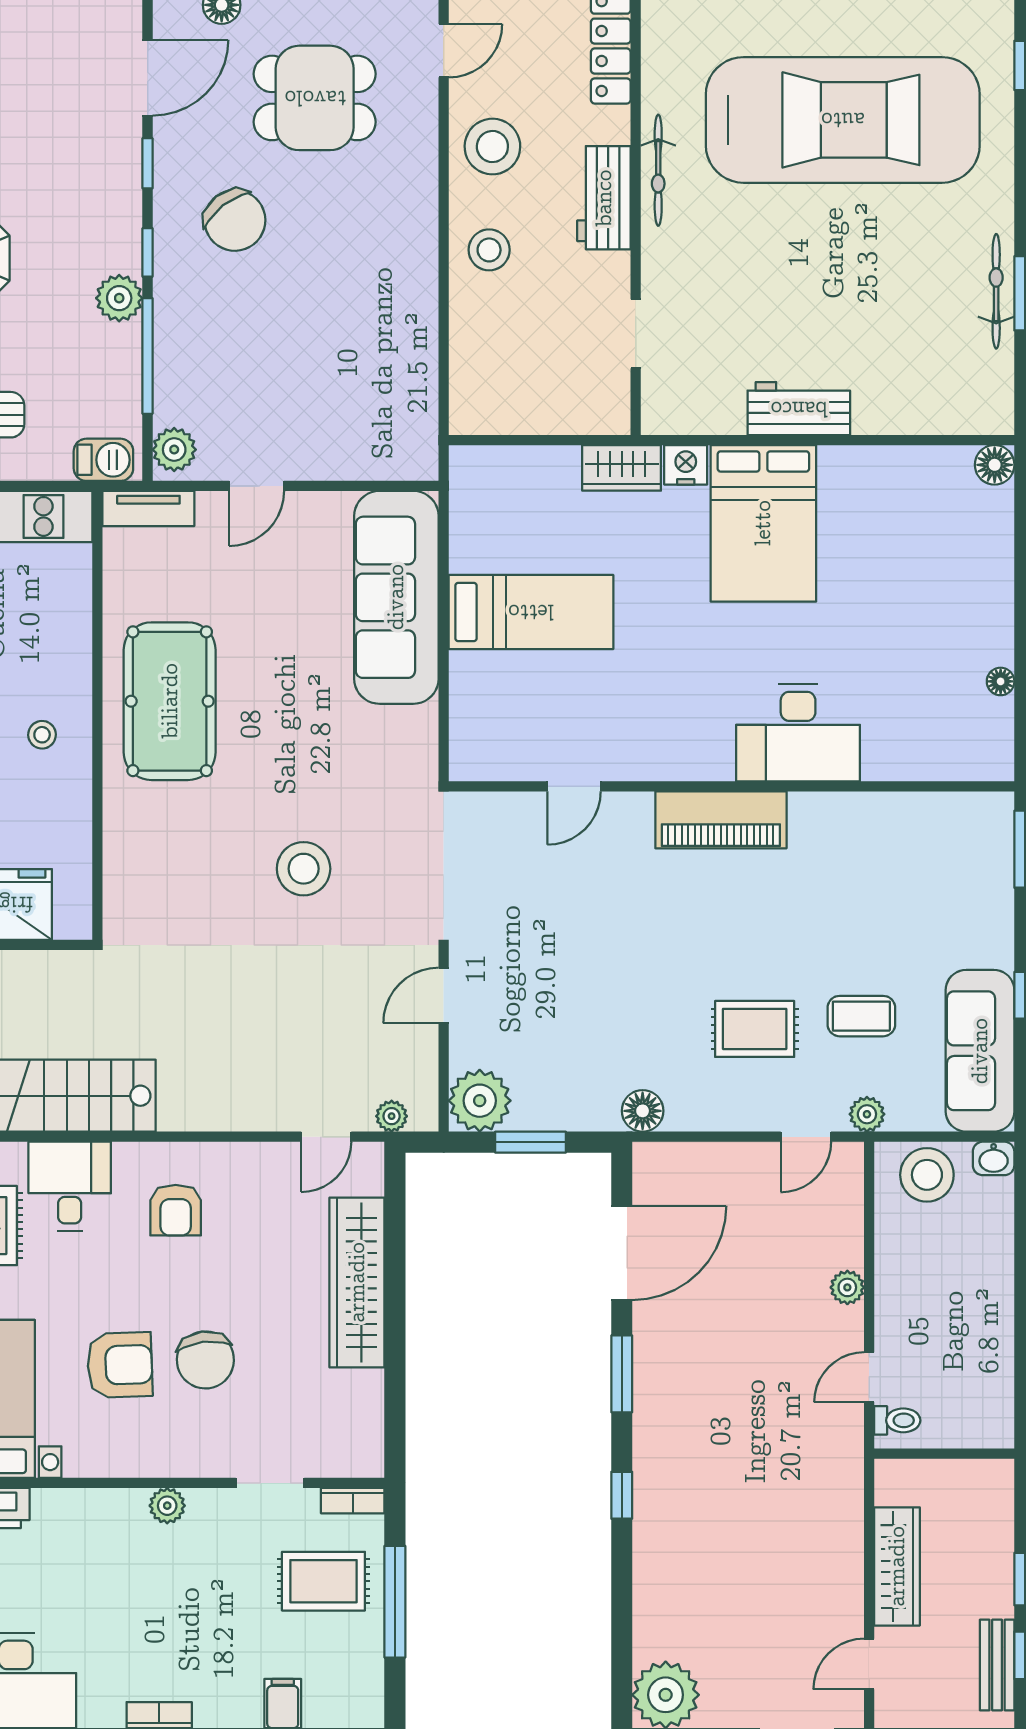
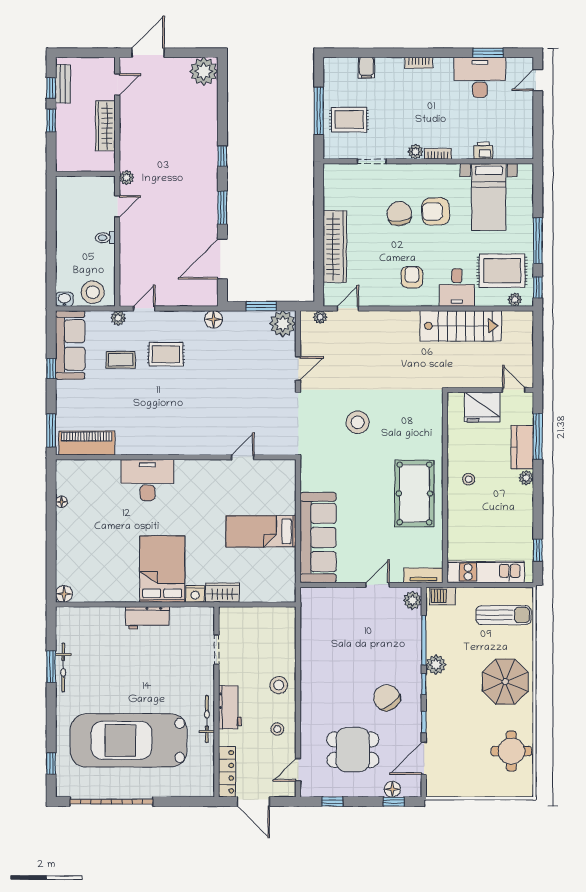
stool: (492, 147) -> (277, 729), width x0.53, depth x0.53
piano: (721, 820) -> (87, 443), moved
plant: (847, 1287) -> (127, 178), moved
toilet: (897, 1420) -> (105, 238), moved
bookcase: (353, 1501) -> (438, 154), moved

